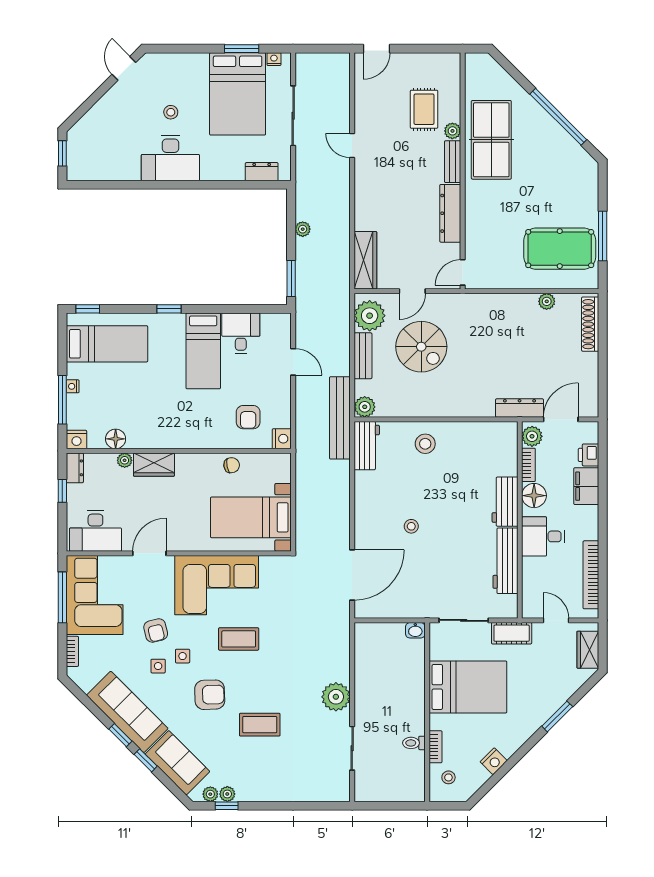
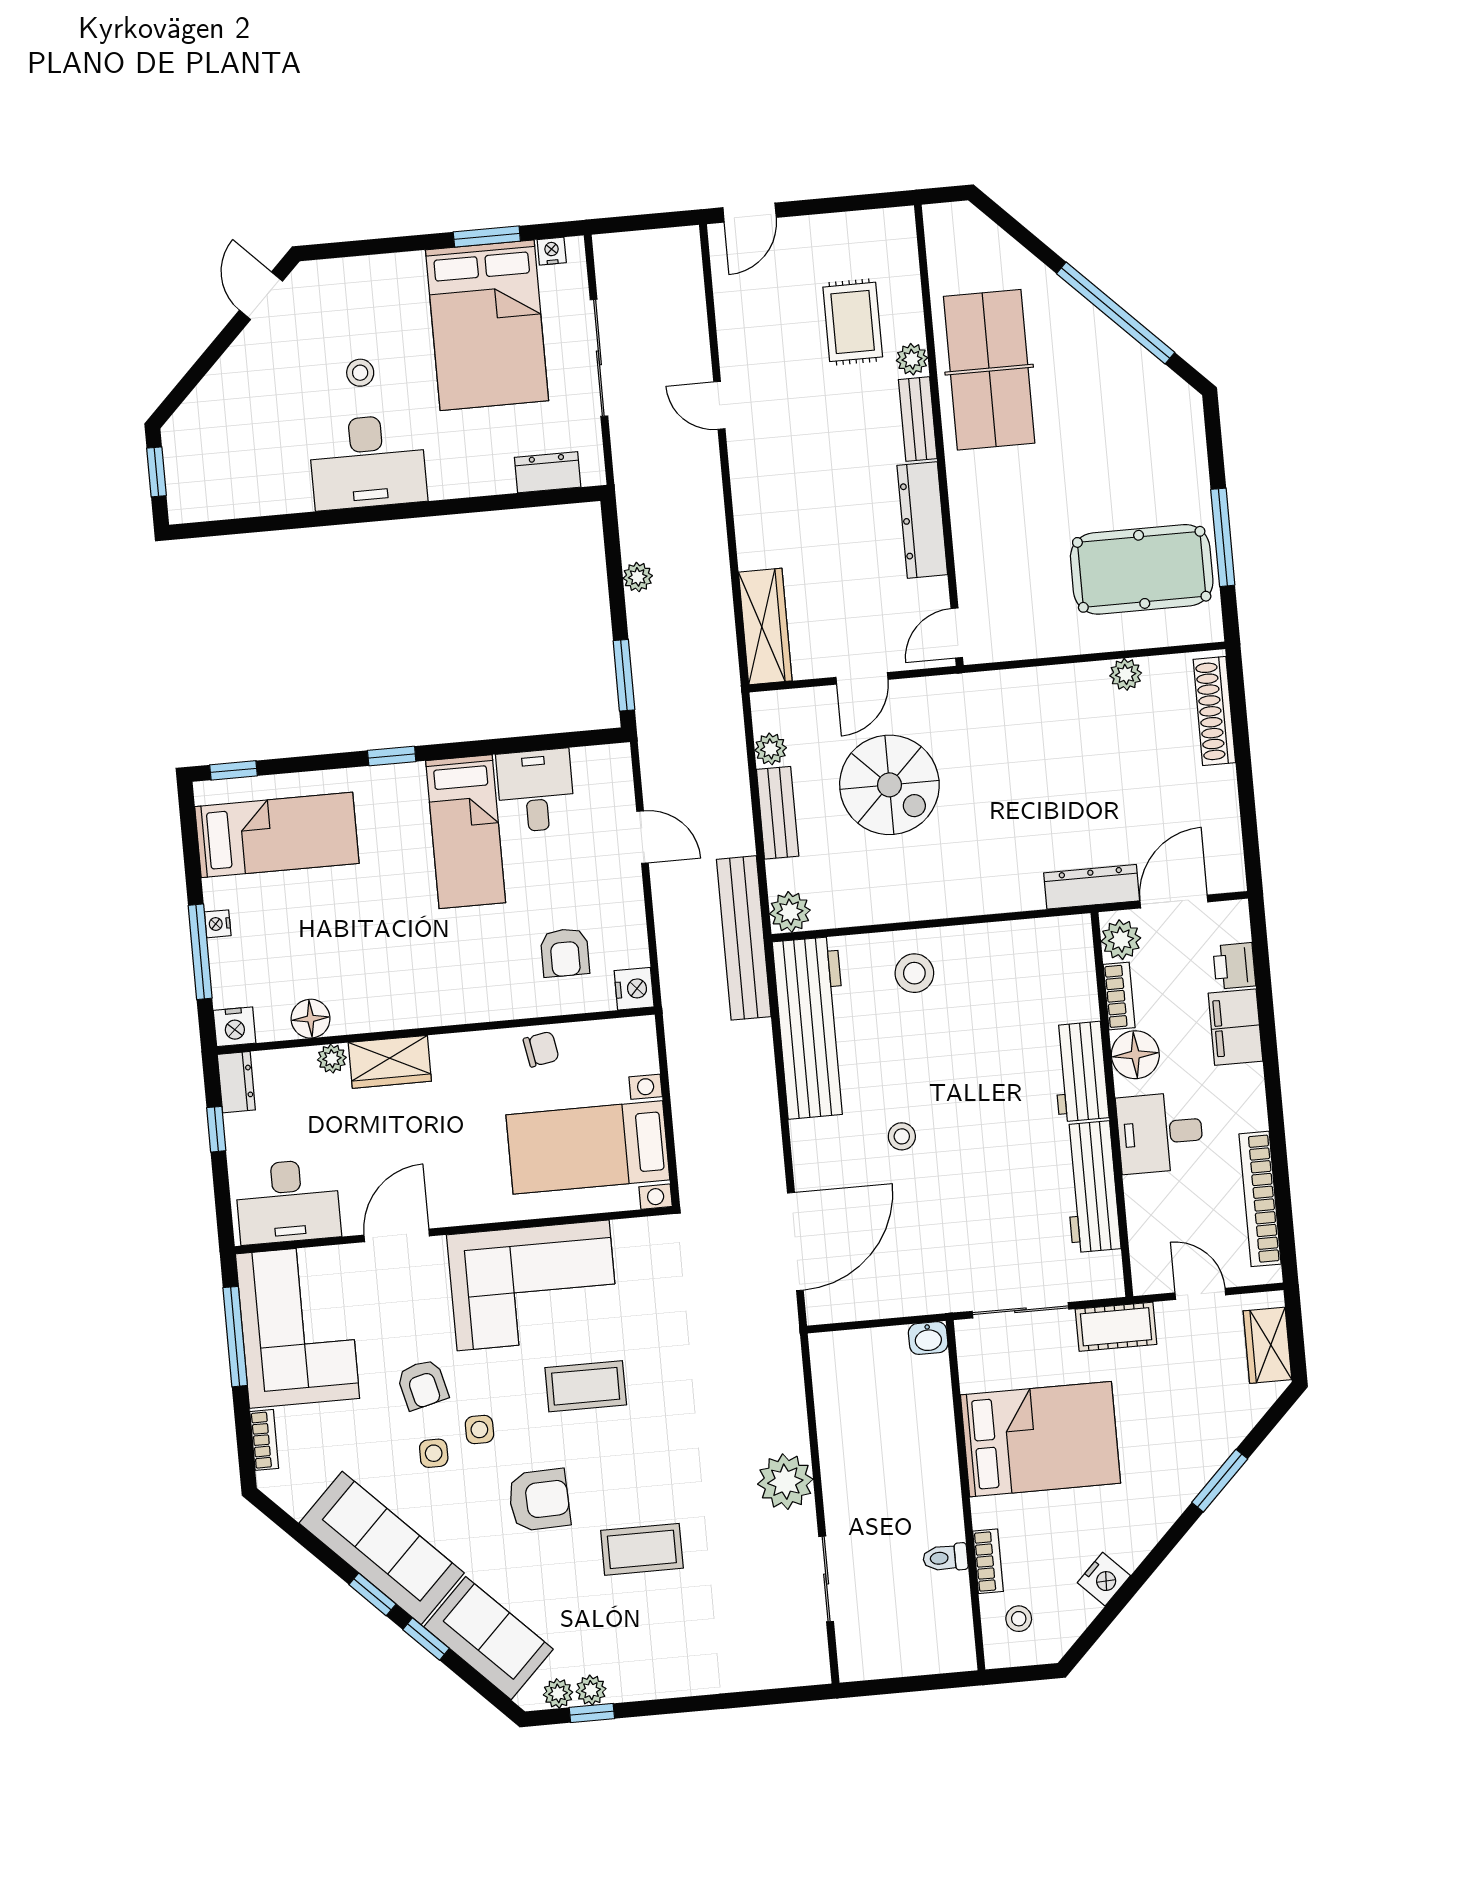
plant: (370, 316) -> (771, 749), width x0.53, depth x0.53
workbench: (367, 446) -> (812, 1028), width x1.88, depth x1.32

